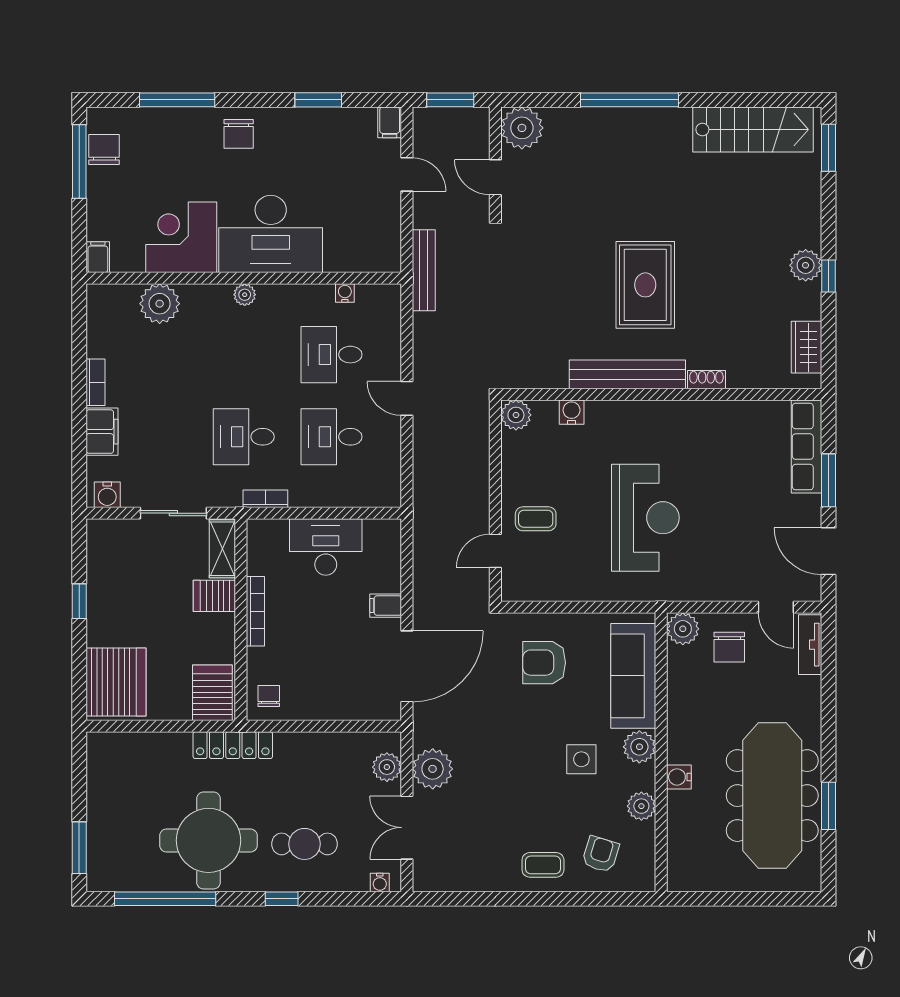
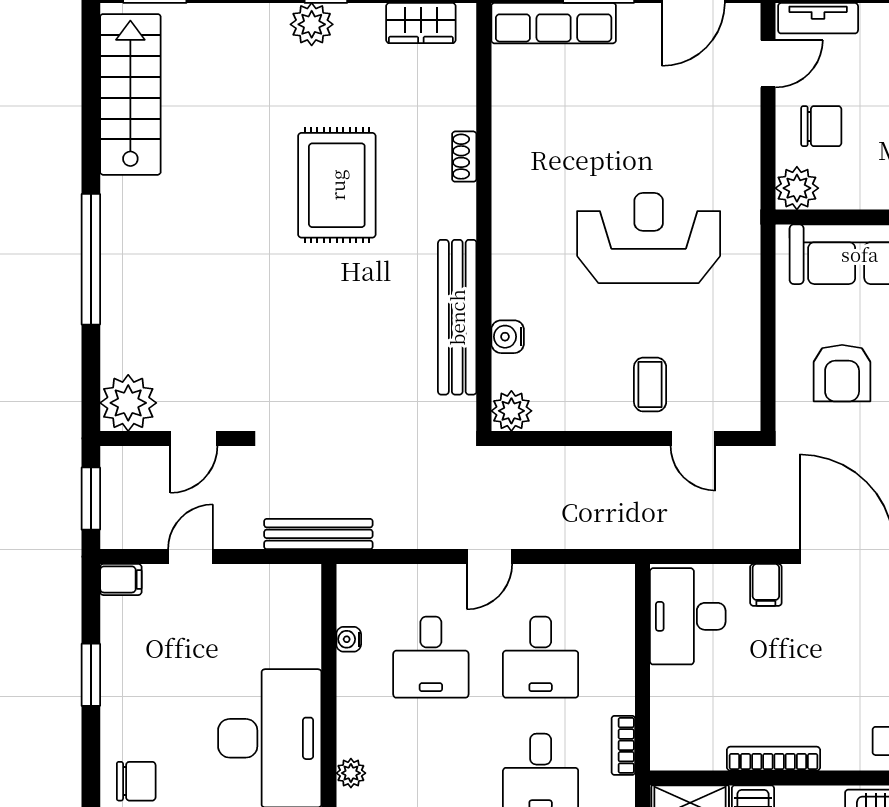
rug: (645, 285) -> (337, 185), moved, turned 90
bench: (627, 374) -> (457, 317), moved
desk: (326, 547) -> (688, 616), moved

